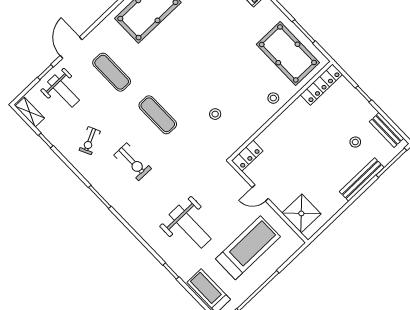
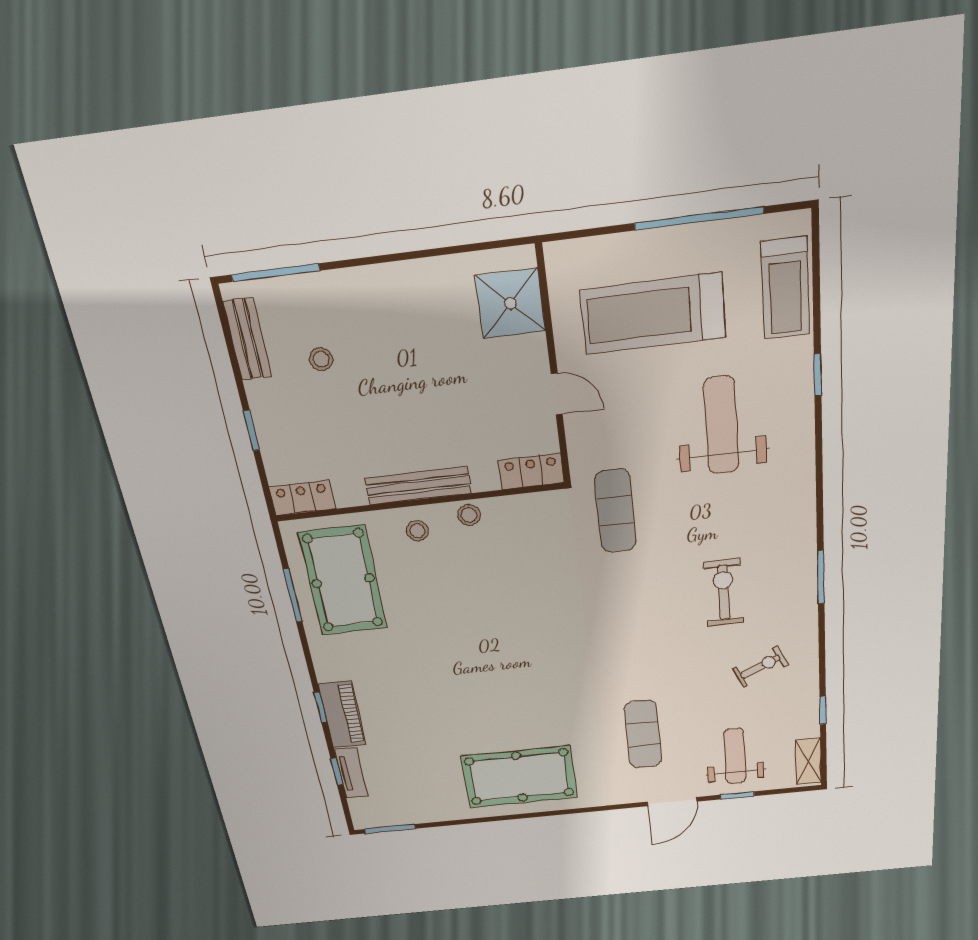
locker: (321, 85) -> (302, 498), width x0.66
stool: (215, 114) -> (469, 515), moved
exercise mat: (158, 115) -> (615, 511), moved
bench: (362, 180) -> (418, 486), moved

